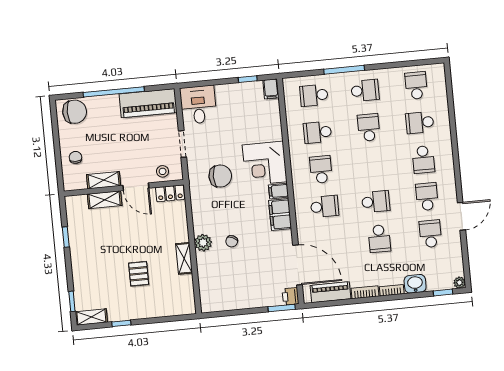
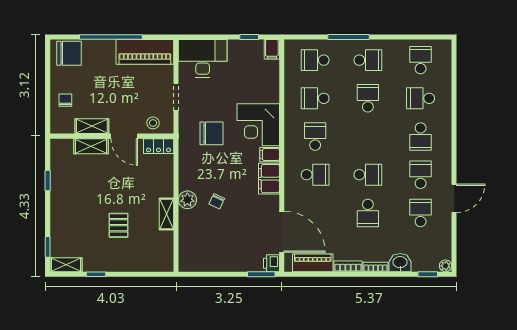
desk: (198, 105) -> (203, 58), width x1.37

